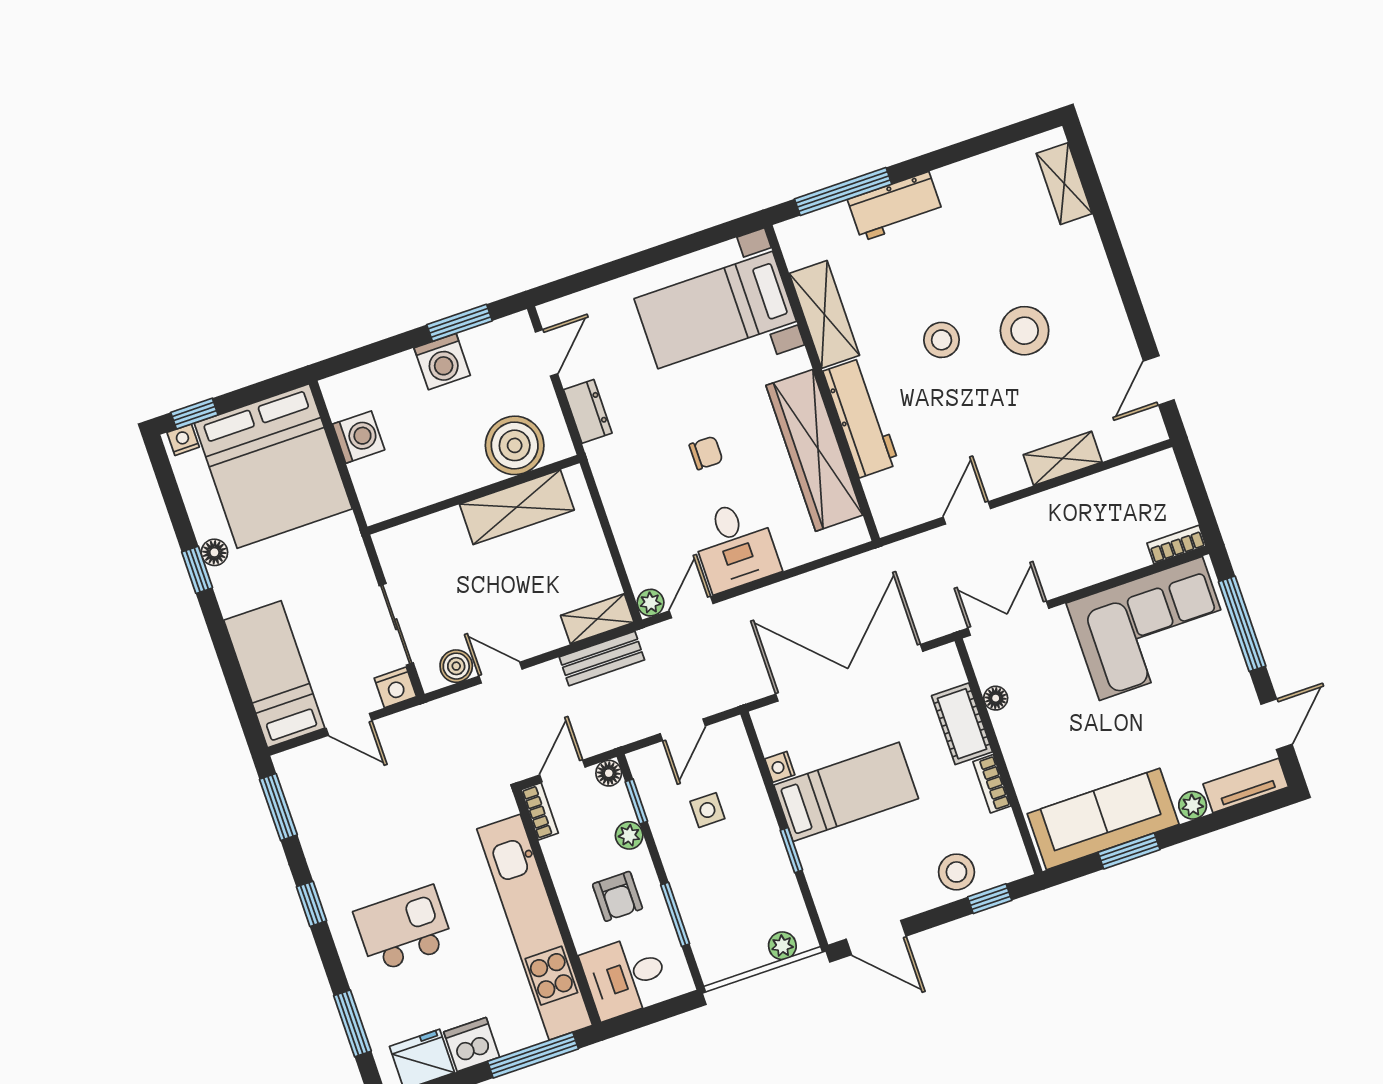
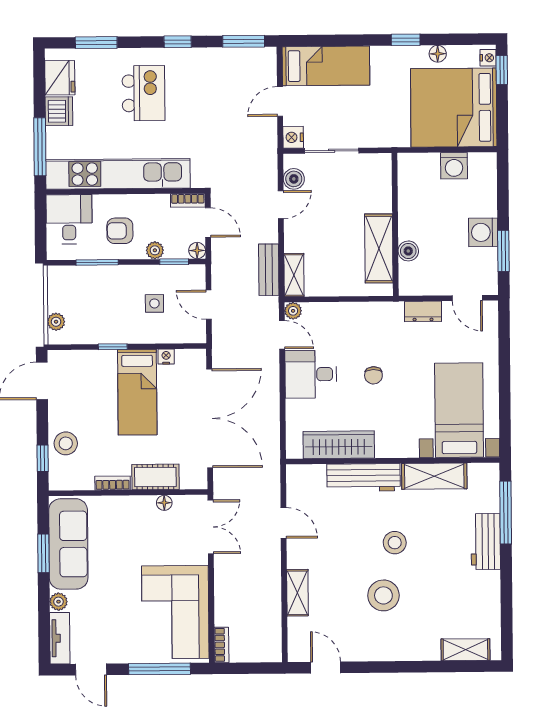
boiler: (515, 445) -> (408, 251), width x0.54, depth x0.54
wardrobe: (814, 450) -> (339, 445), width x0.71, depth x0.85
floor lamp: (214, 552) -> (438, 54), moved

